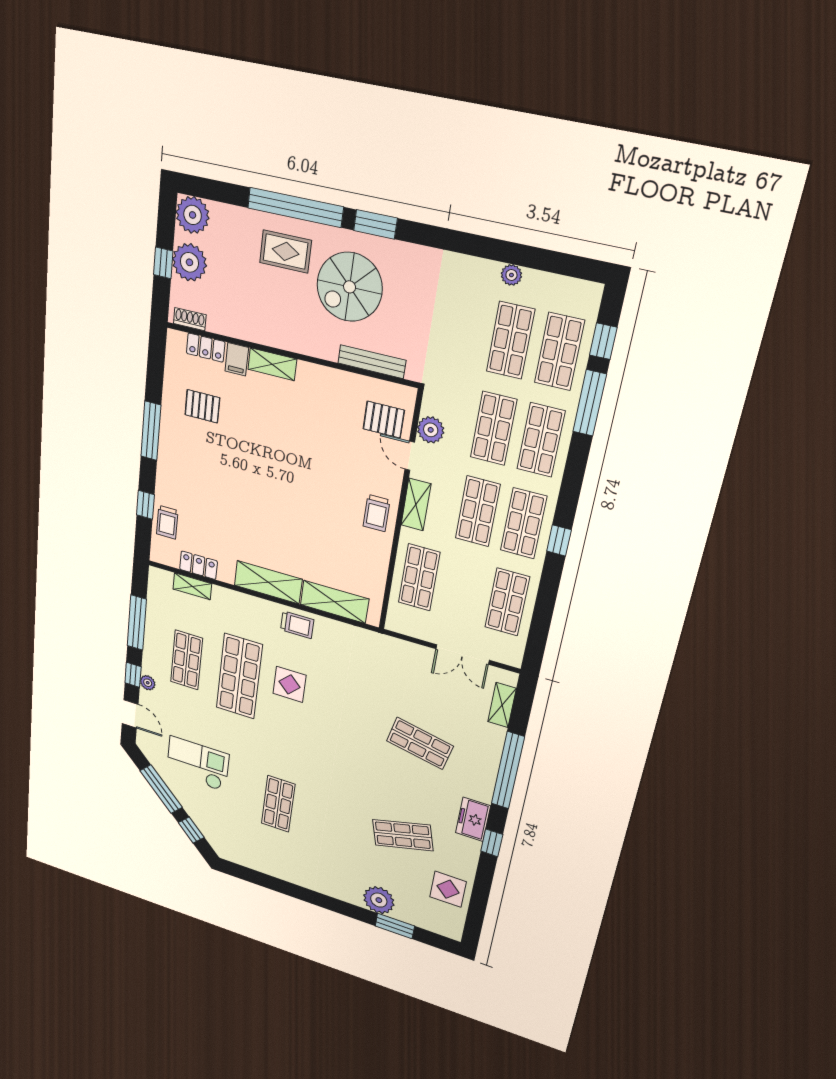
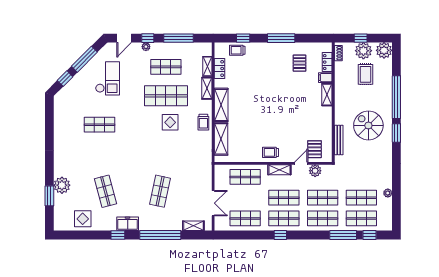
rug: (285, 252) -> (365, 74), moved
shelving: (233, 599) -> (207, 88), added
double door: (462, 654) -> (213, 203), swing flipped

